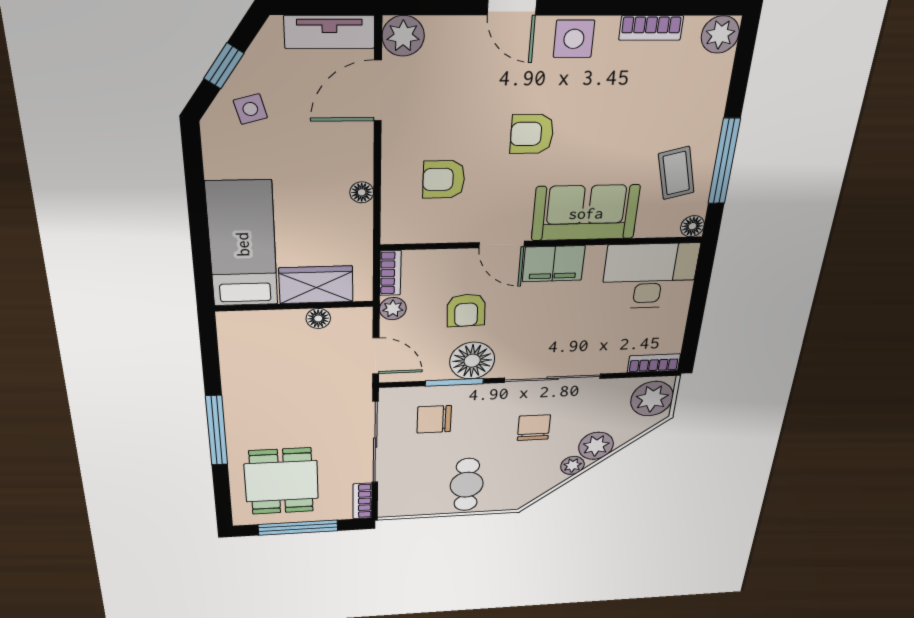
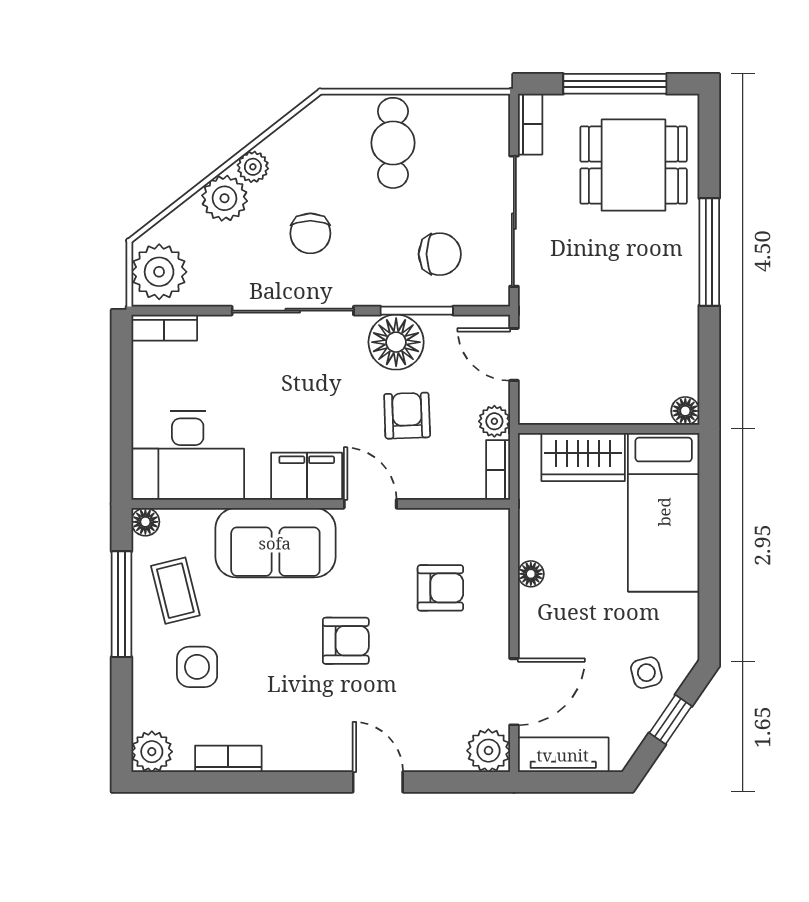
side table: (574, 39) -> (197, 667), moved
floor lamp: (318, 318) -> (685, 411), moved
dining table: (281, 481) -> (634, 165), turned 90

